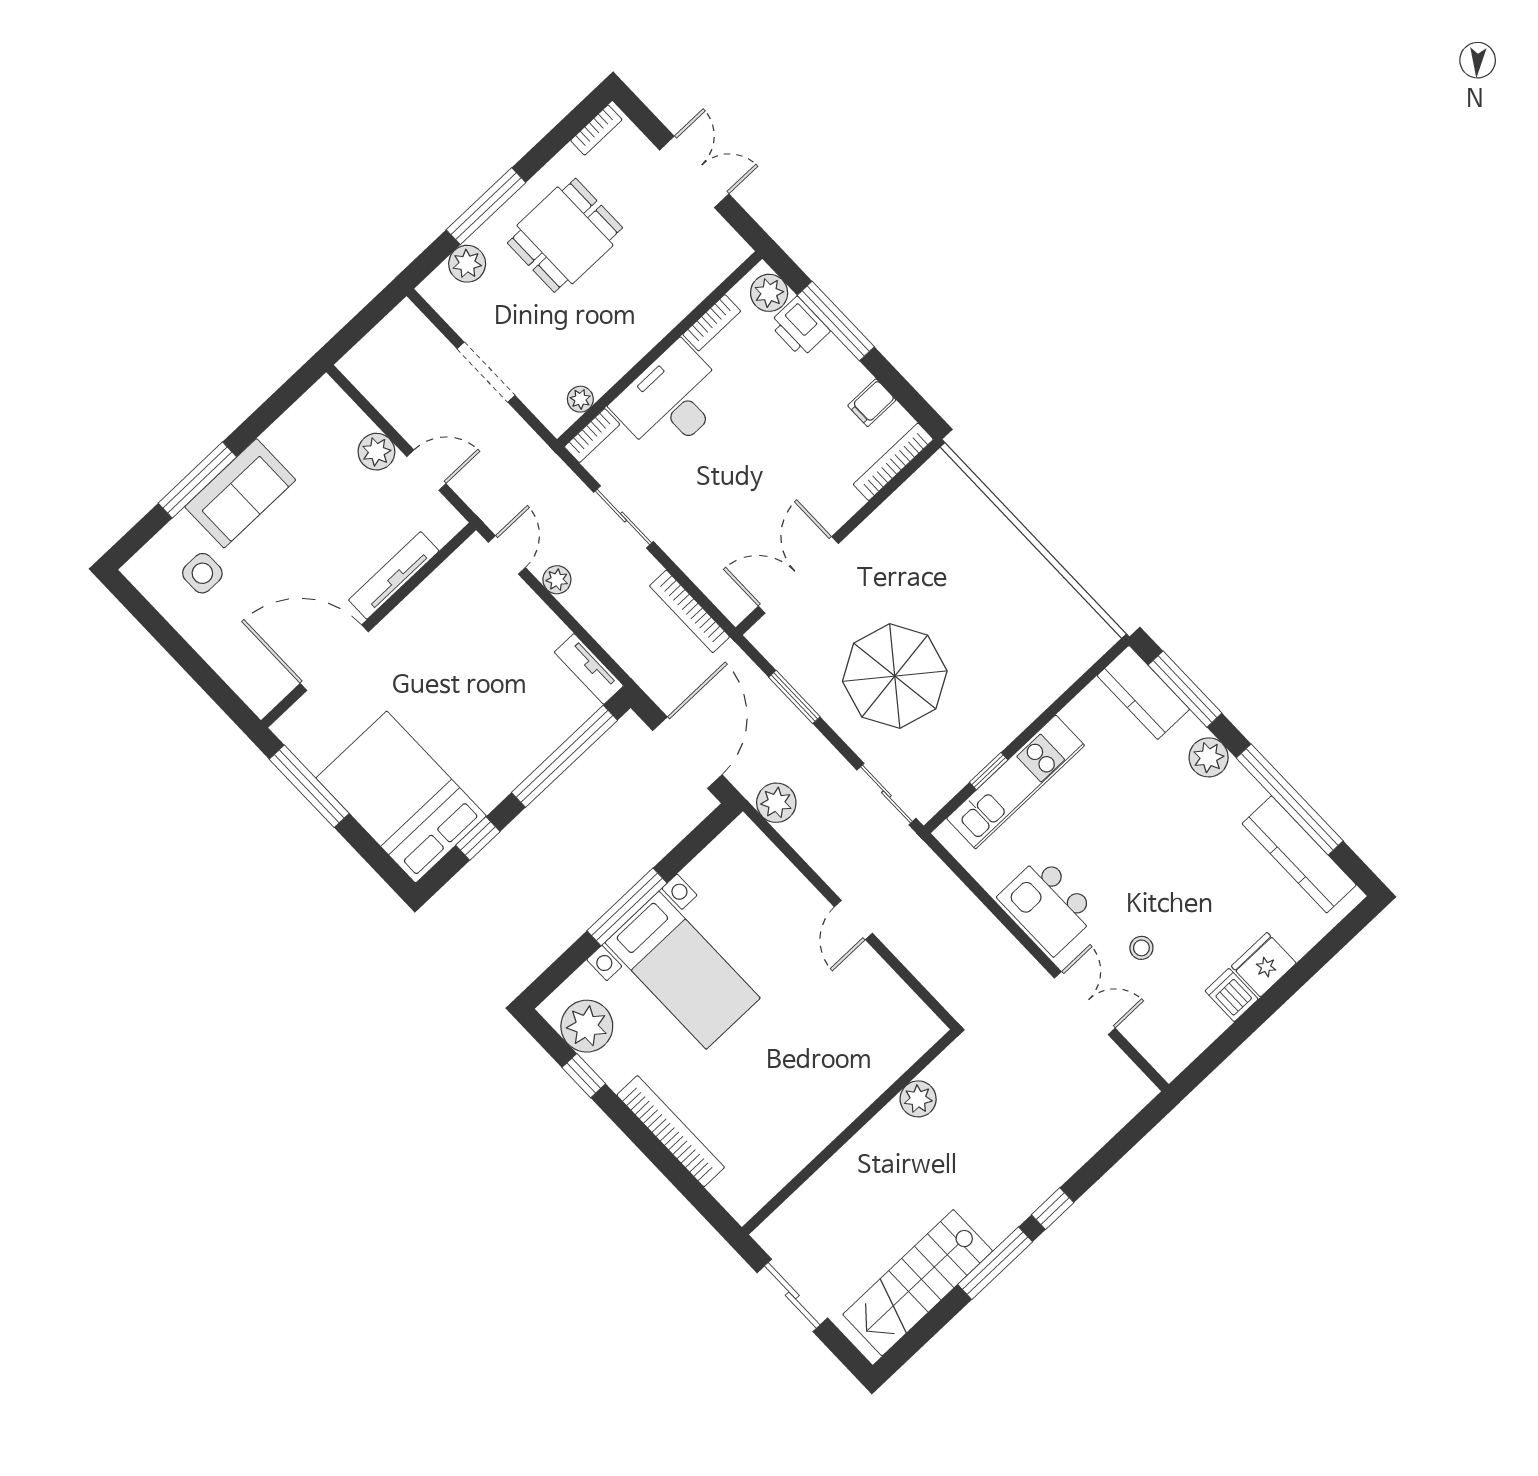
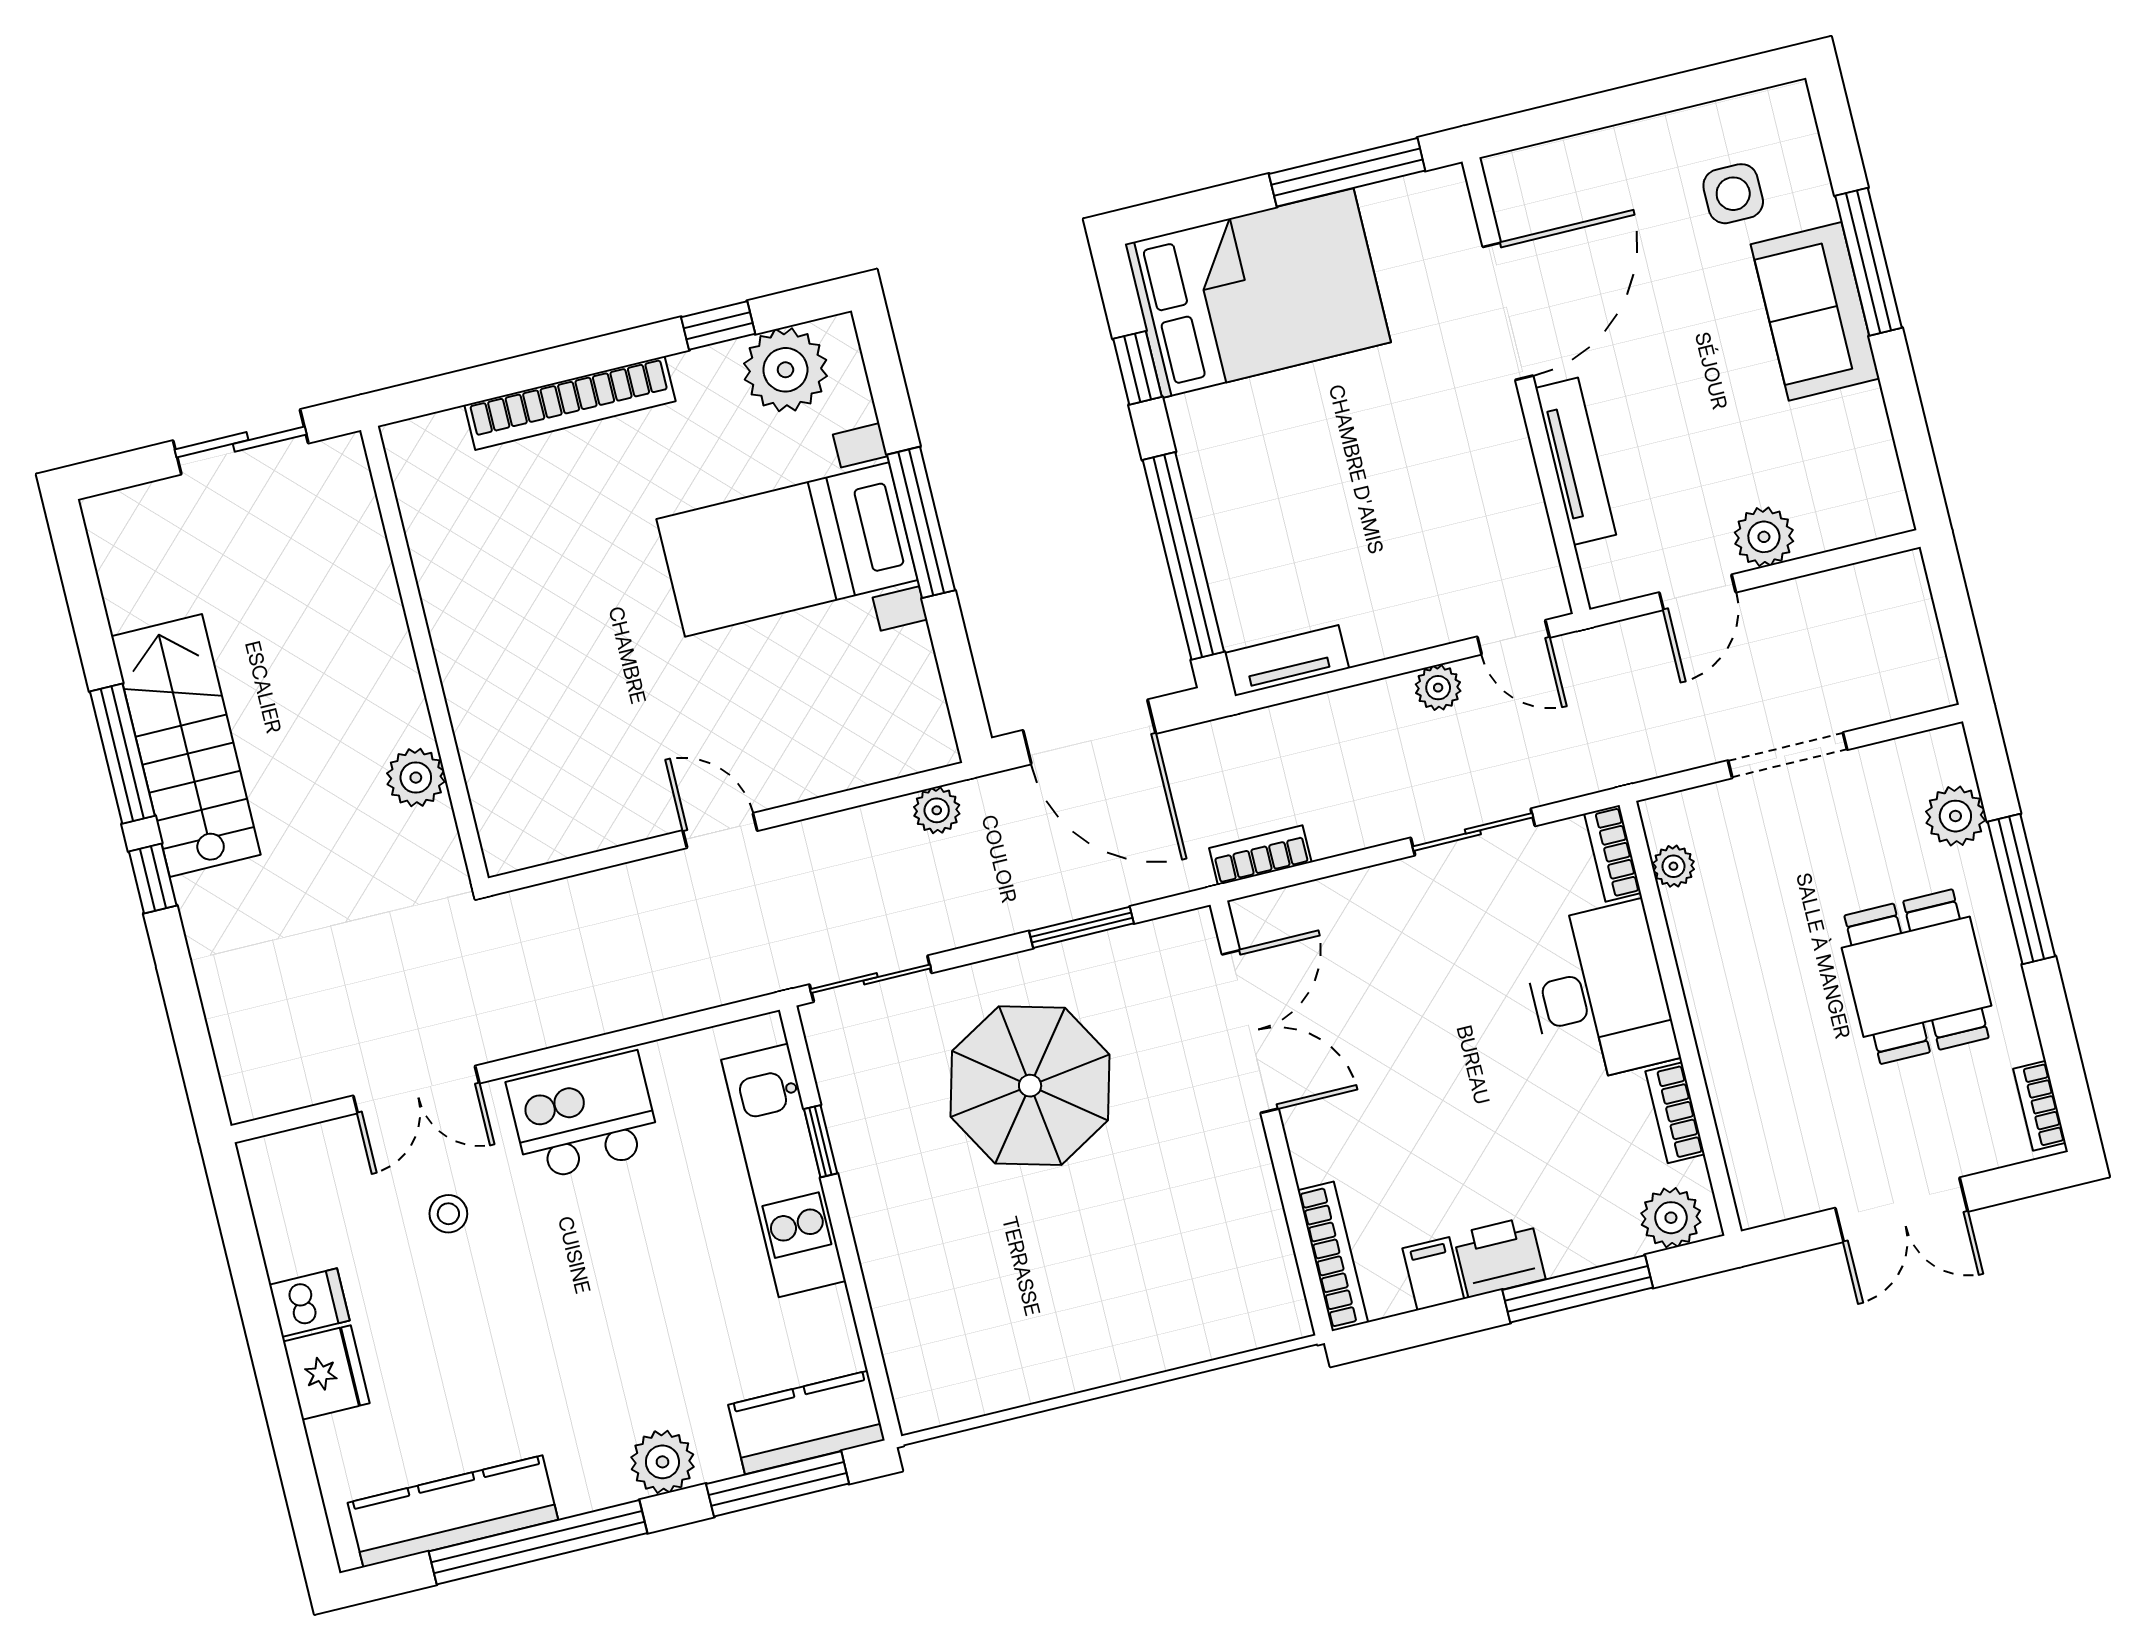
printer: (799, 327) -> (1499, 1257), moved
bookcase: (690, 611) -> (1260, 855), width x0.64
plant: (776, 803) -> (937, 810), width x0.73, depth x0.73
stairs: (918, 1283) -> (186, 745), moved

